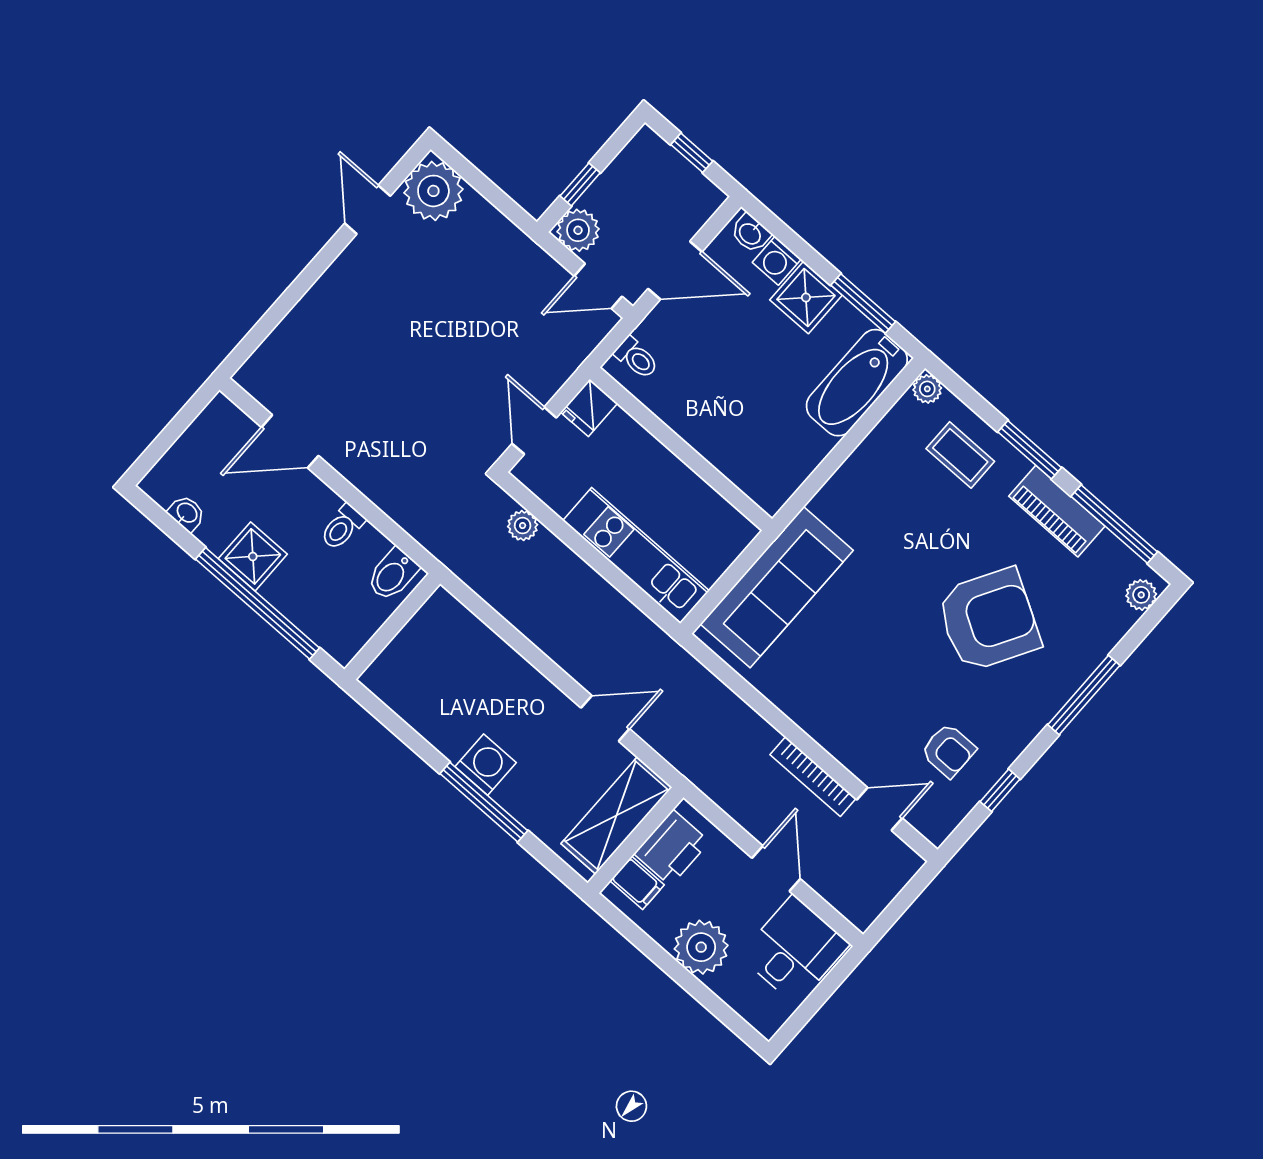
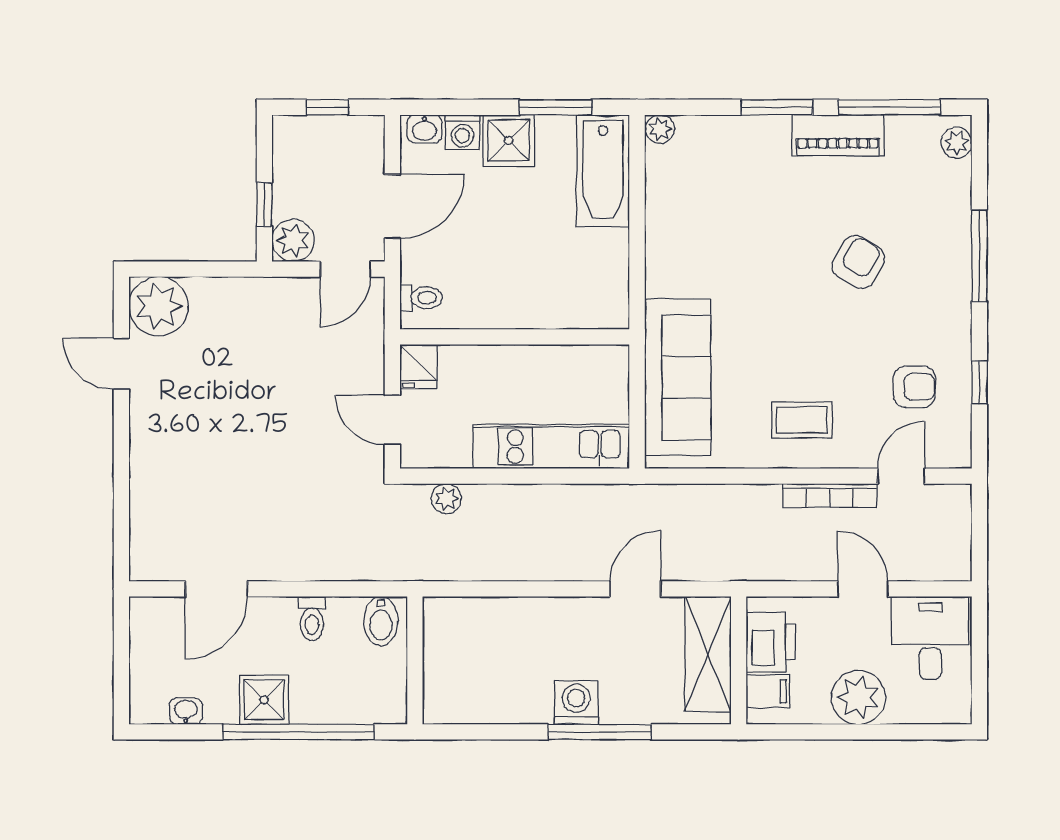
coffee table: (960, 455) -> (802, 420), moved
armchair: (989, 620) -> (858, 262), width x0.53, depth x0.53

